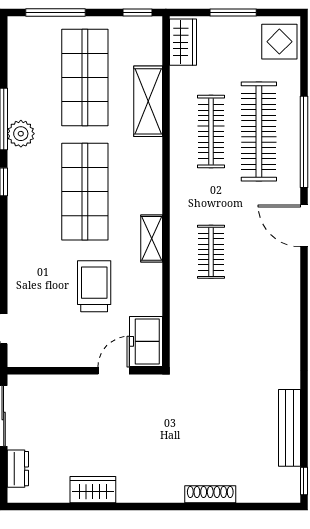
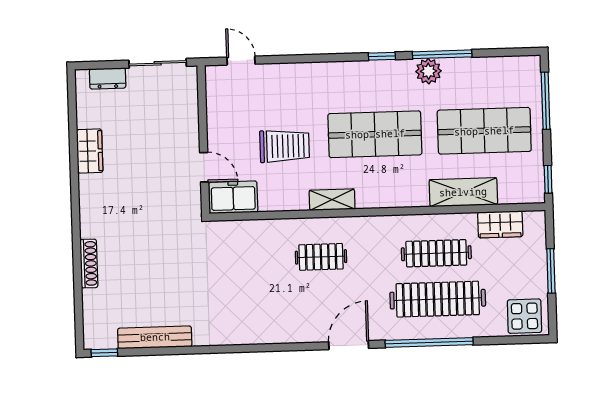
wardrobe: (183, 42) -> (500, 224), moved

